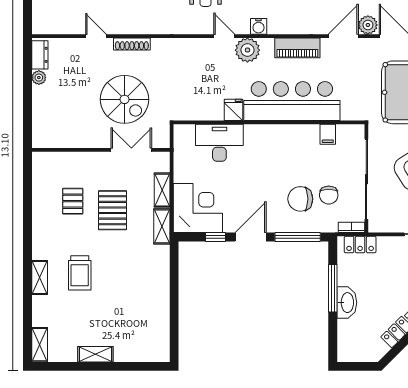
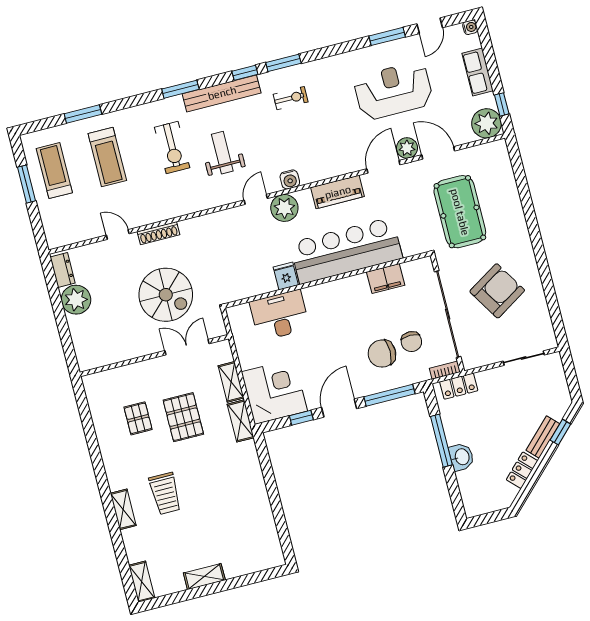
door: (224, 36) -> (256, 199), hinge flipped
plant: (39, 78) -> (76, 300), width x1.88, depth x1.88
filing cabinet: (328, 134) -> (386, 279), width x2.00
washbasin: (347, 303) -> (462, 457), width x0.72

